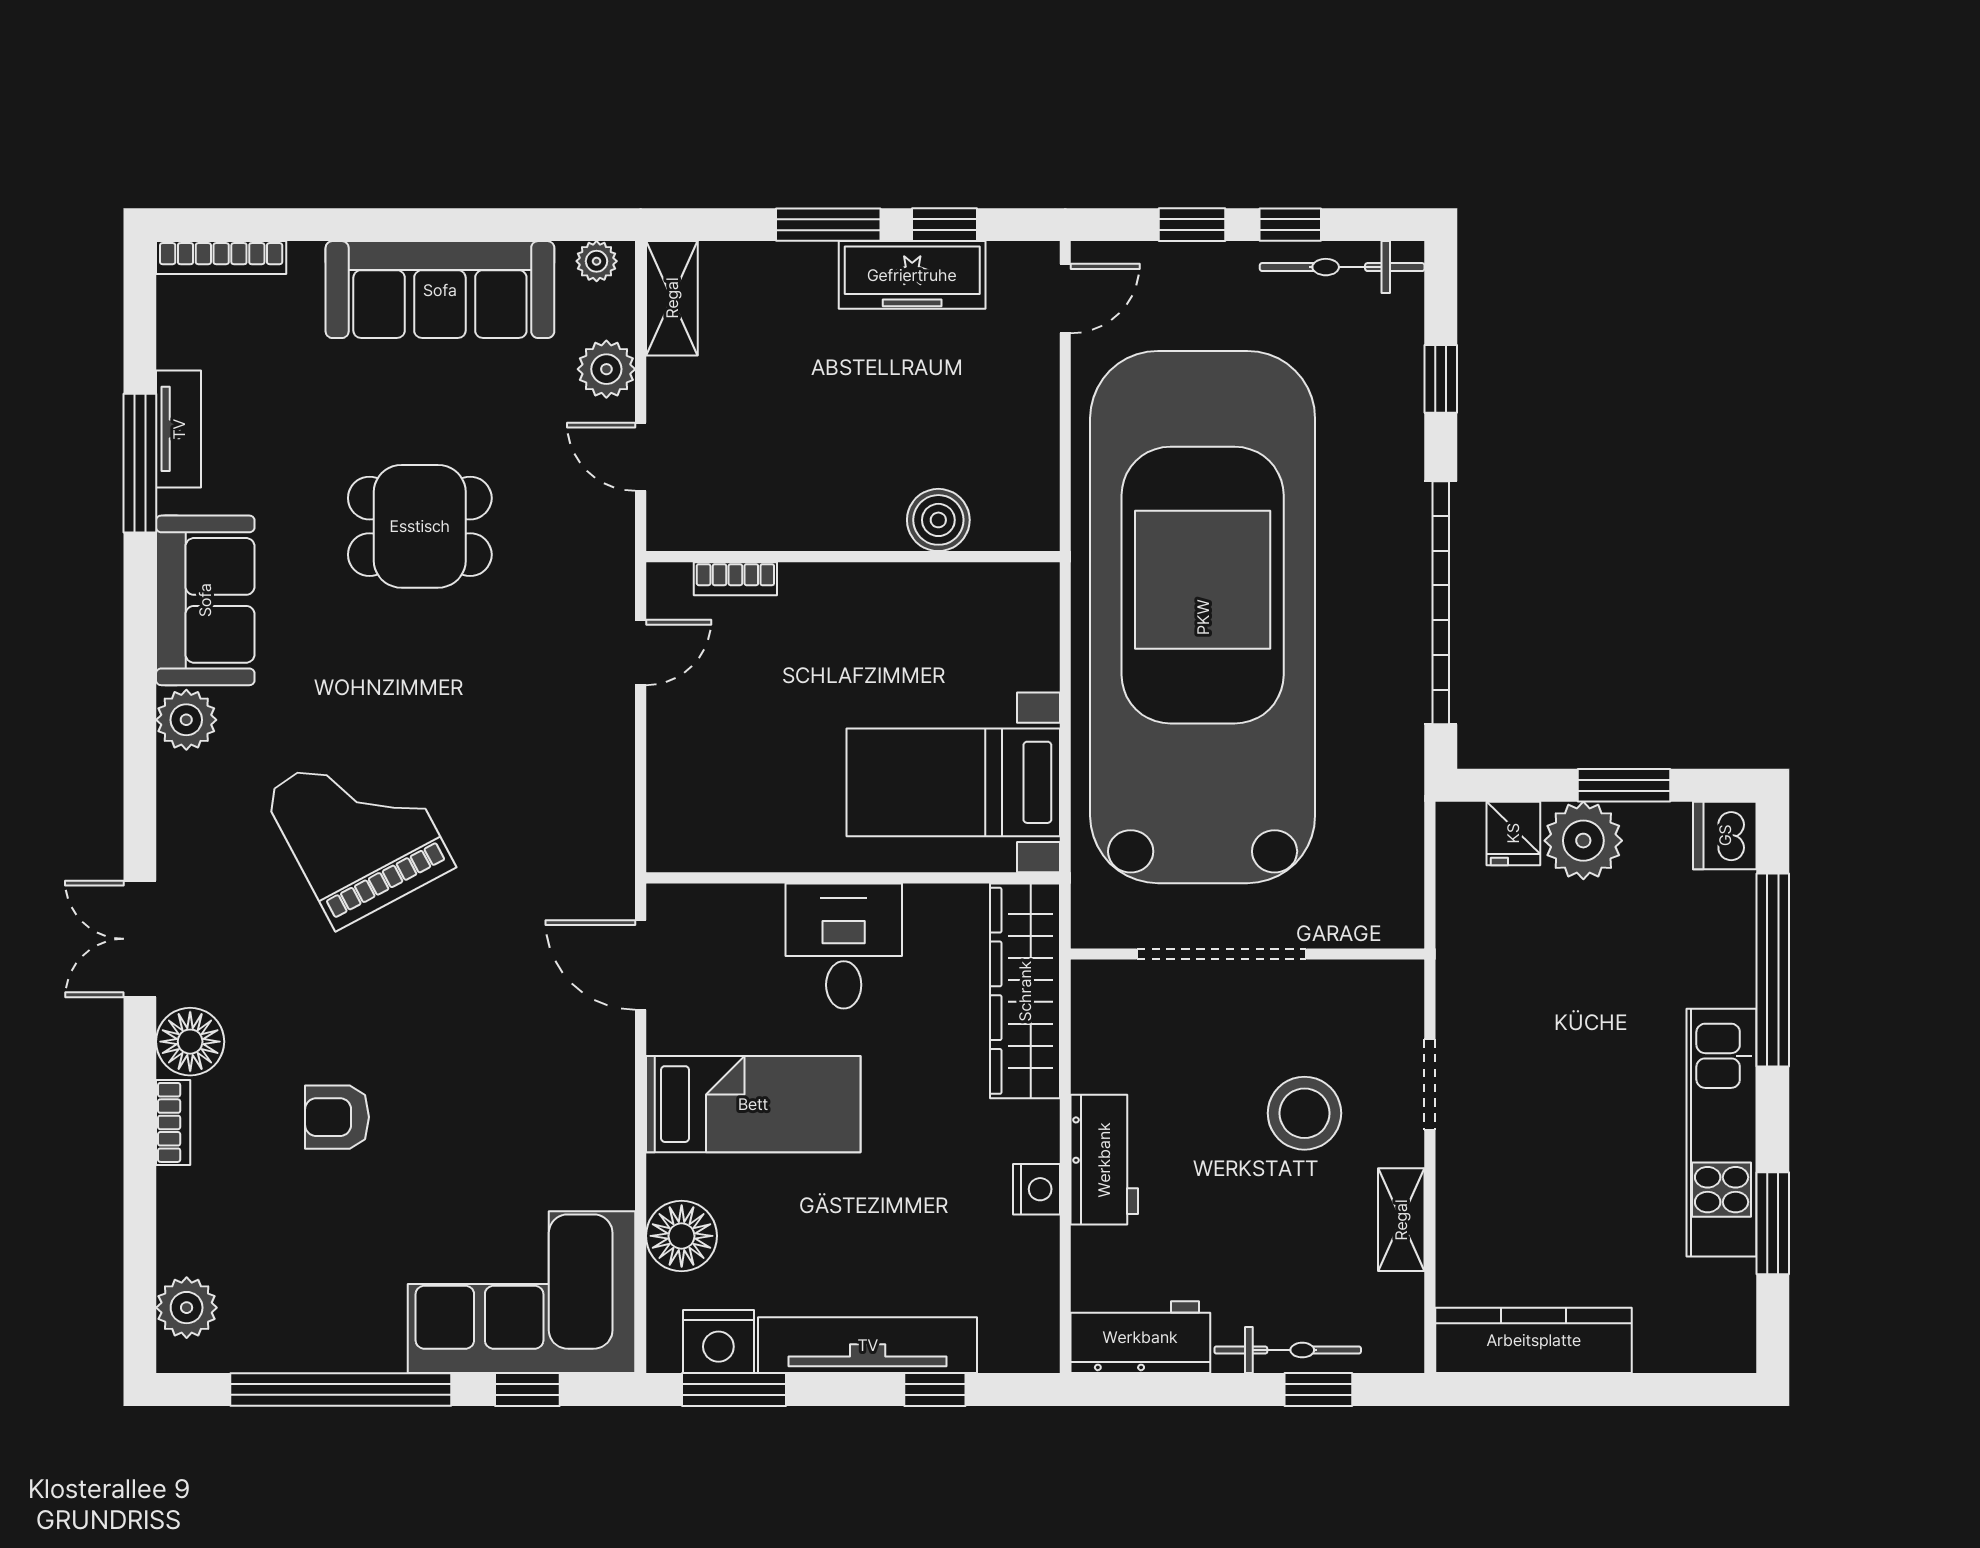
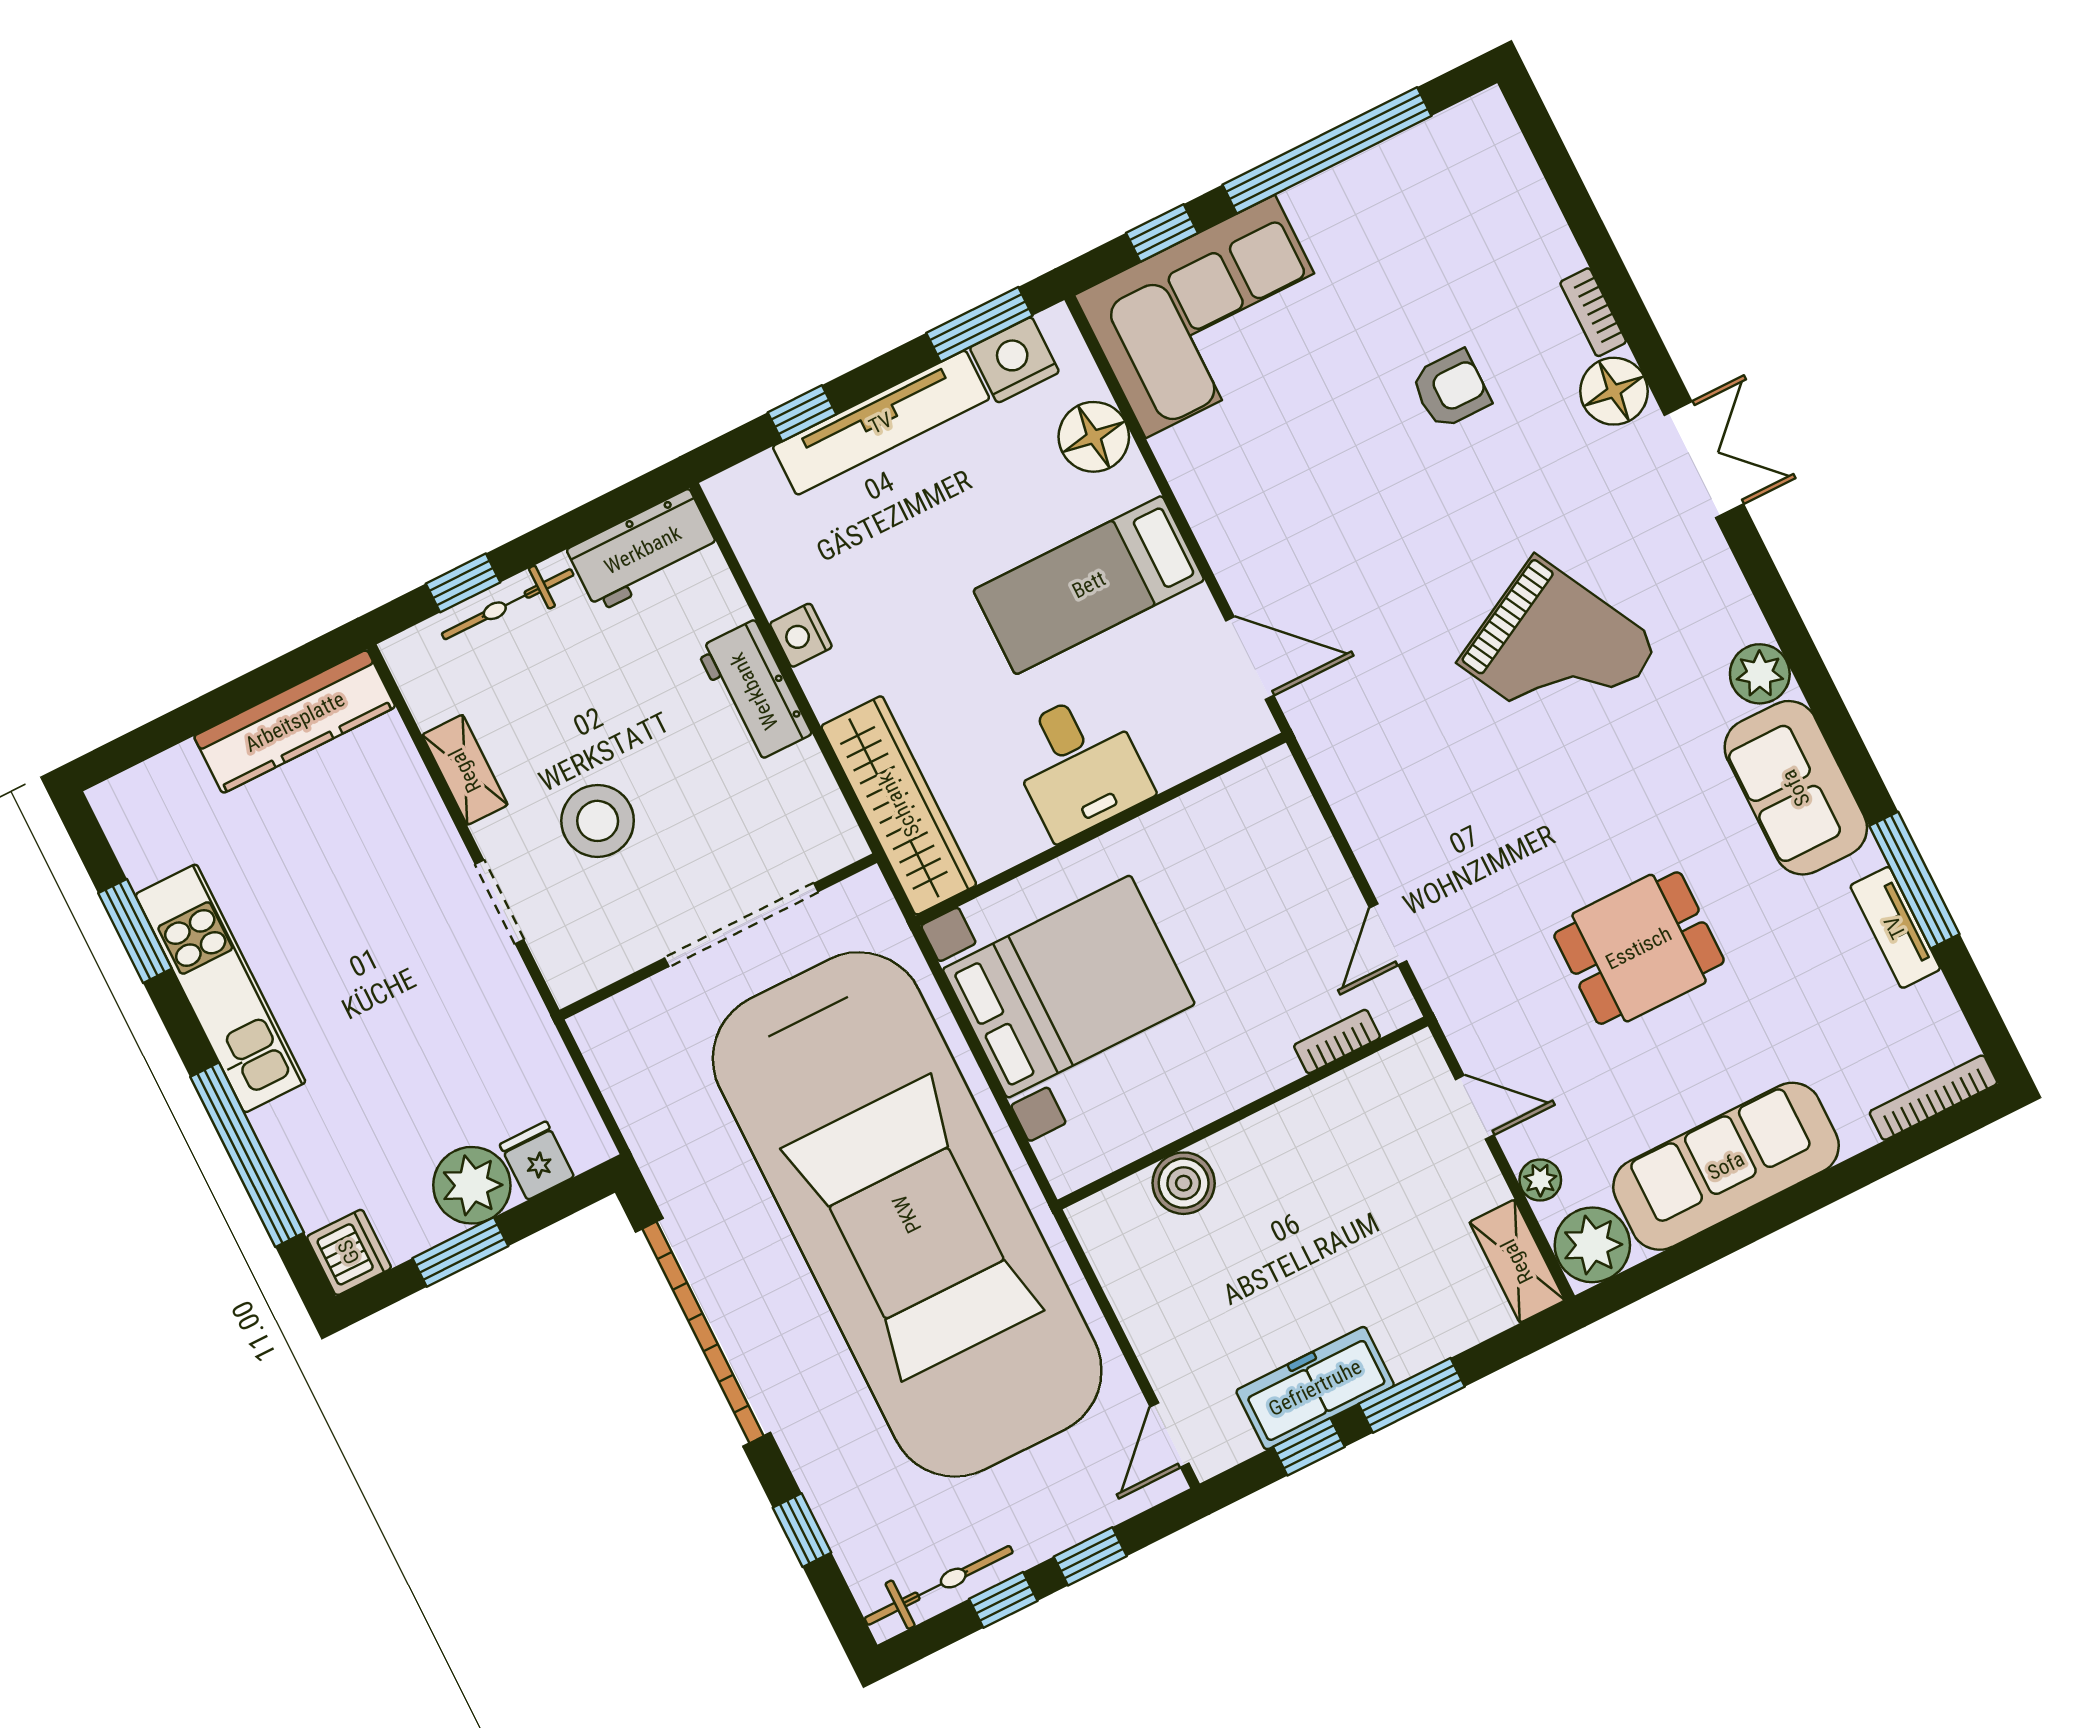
plant: (597, 261) -> (1592, 1245), width x1.87, depth x1.87
plant: (606, 369) -> (1540, 1180), width x0.73, depth x0.73
bed with nightstands: (953, 782) -> (1069, 987), width x1.36
plant: (187, 1308) -> (1499, 155), removed

